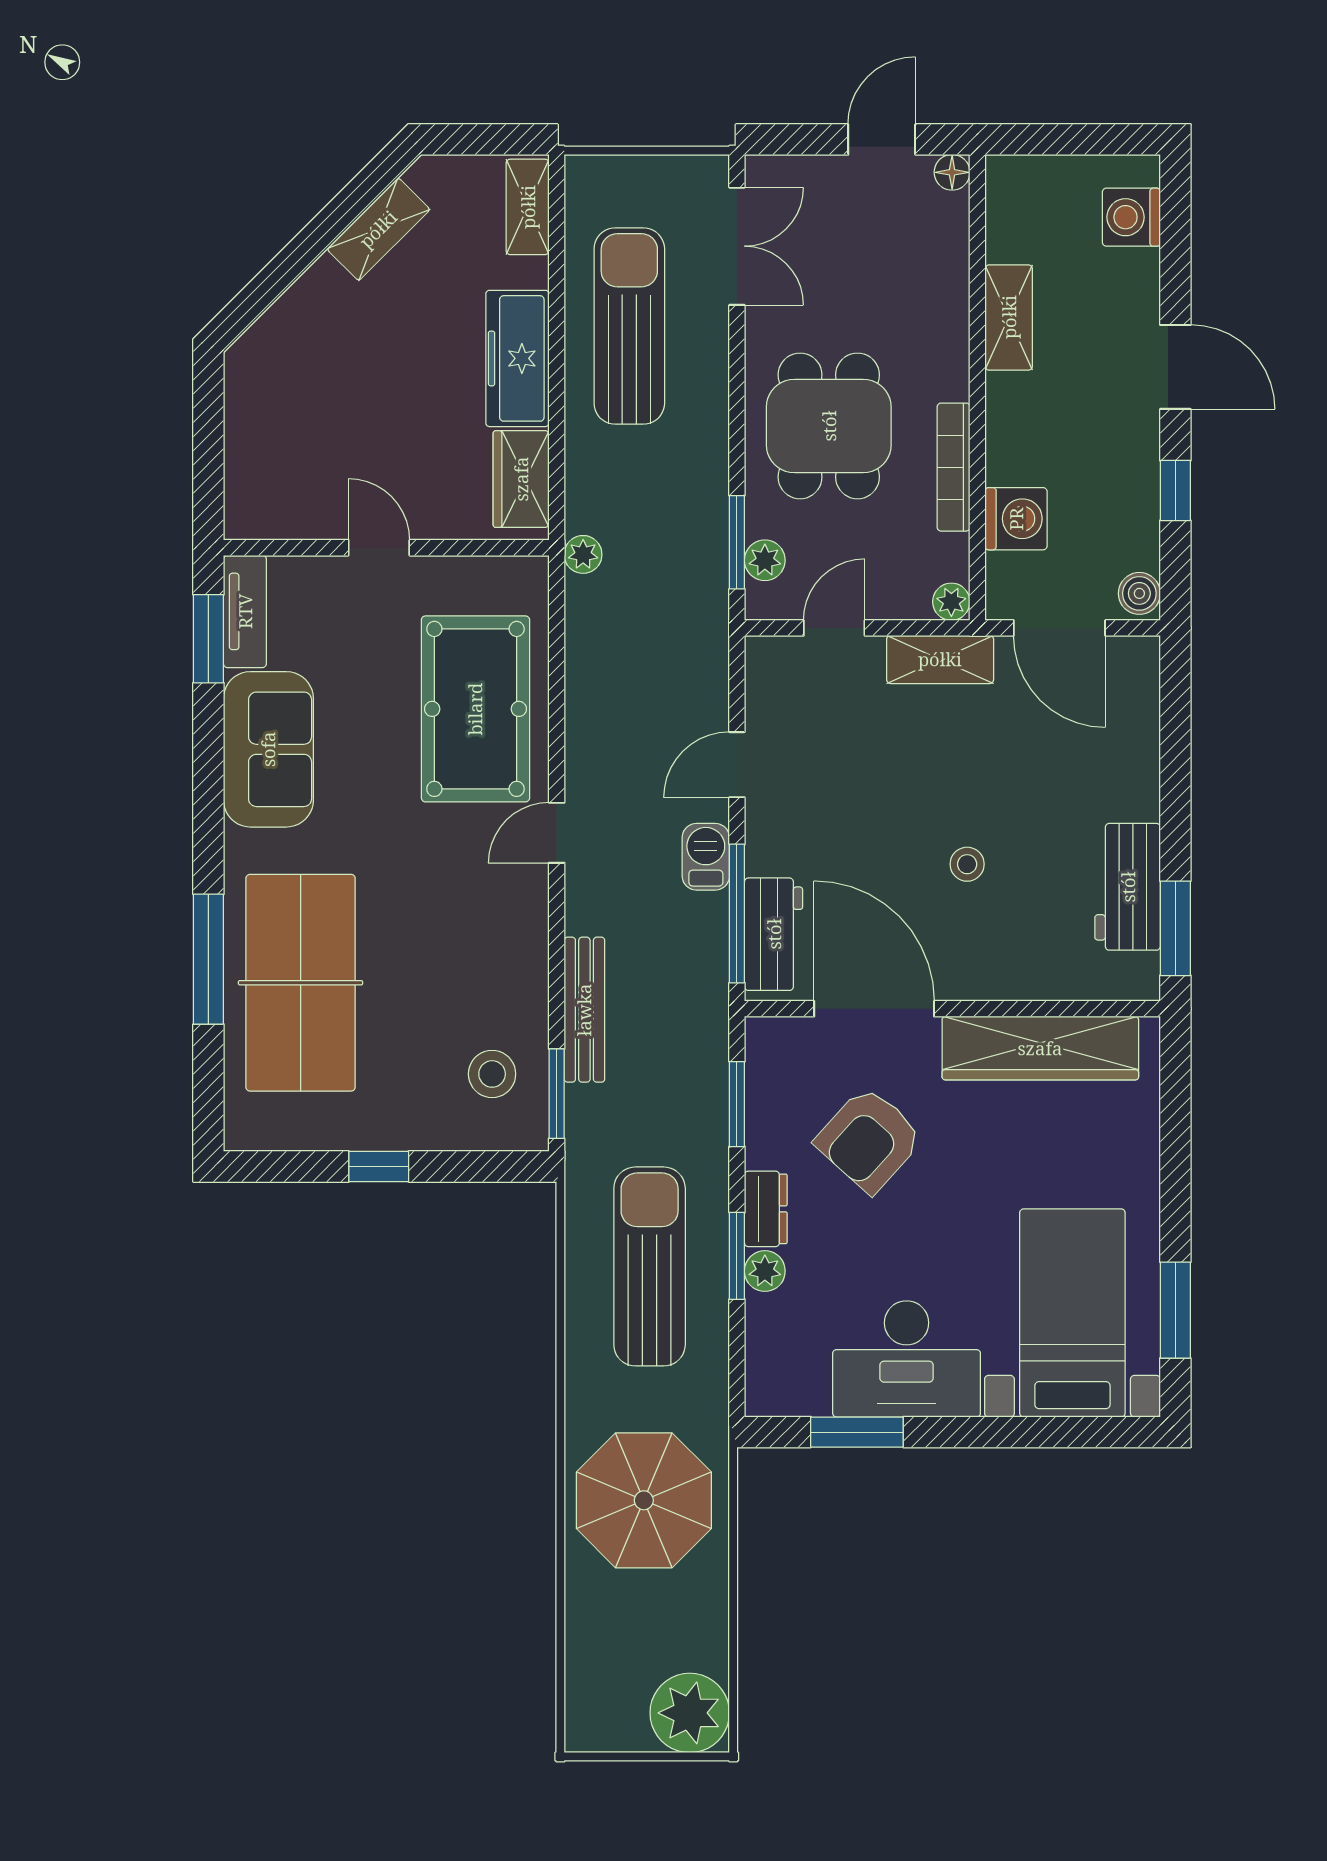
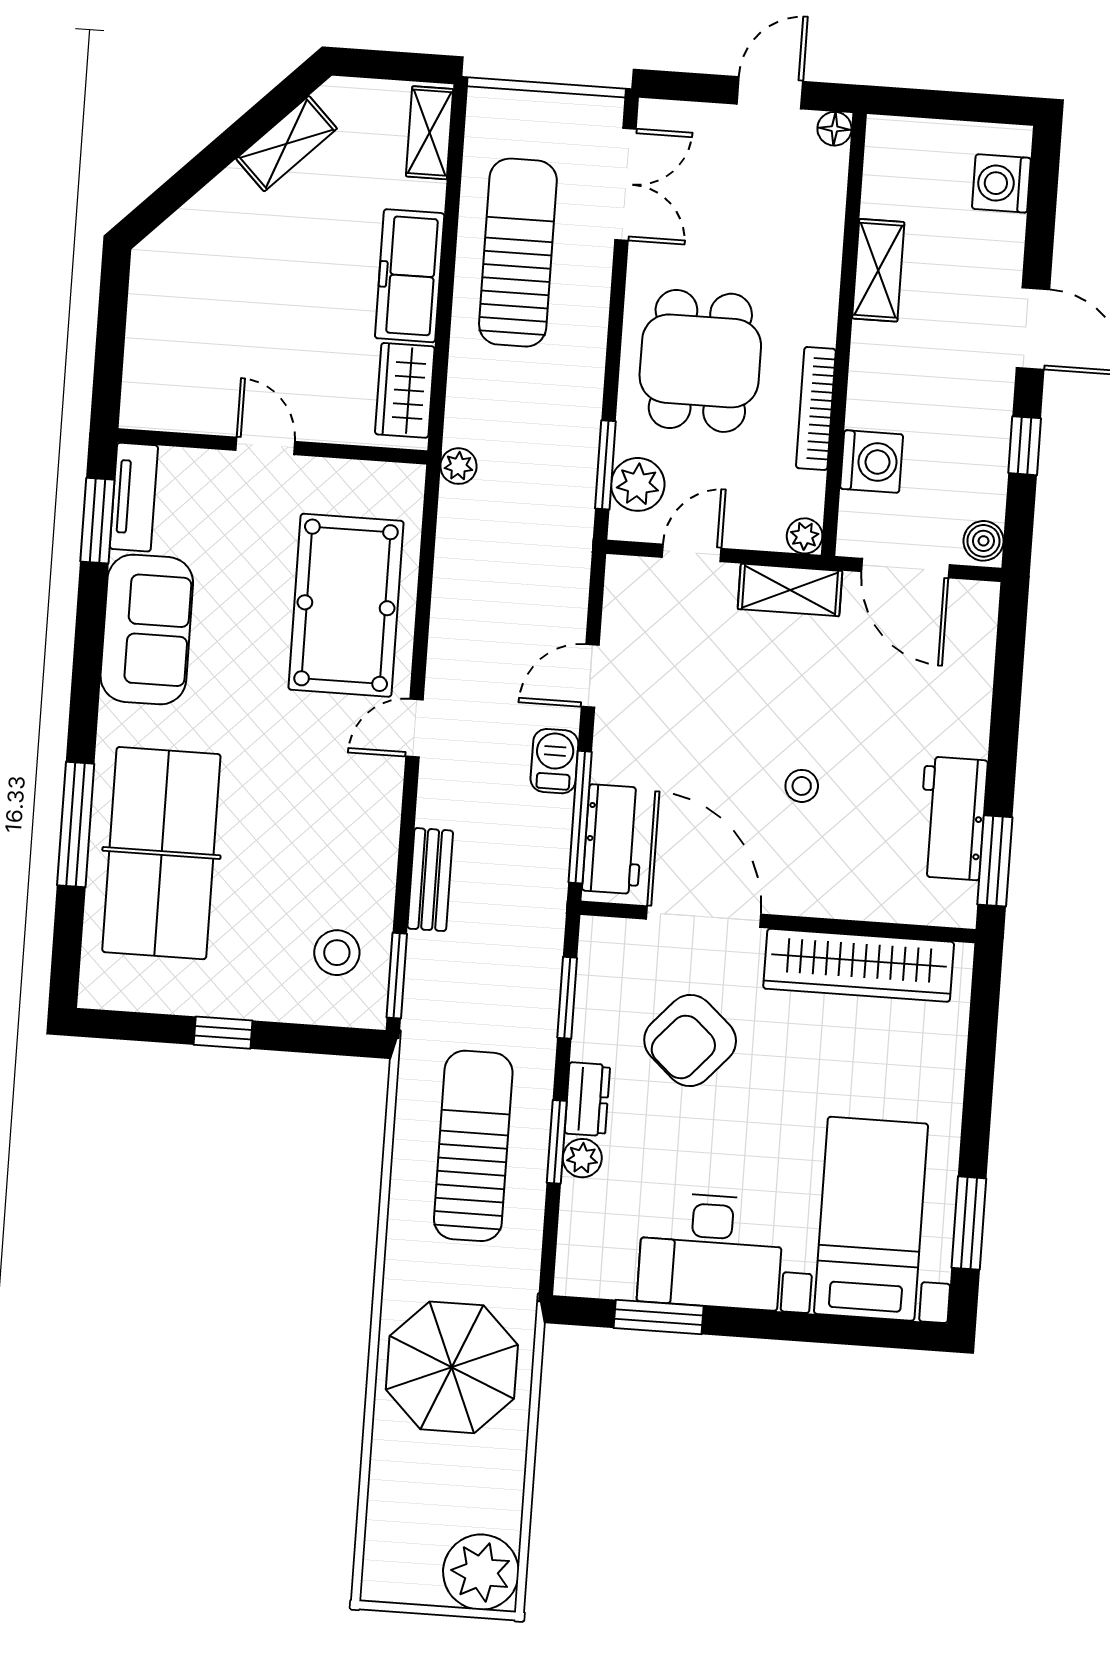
plant: (765, 560) -> (638, 484), width x1.38, depth x1.38
bench: (584, 1010) -> (430, 880), width x0.73

